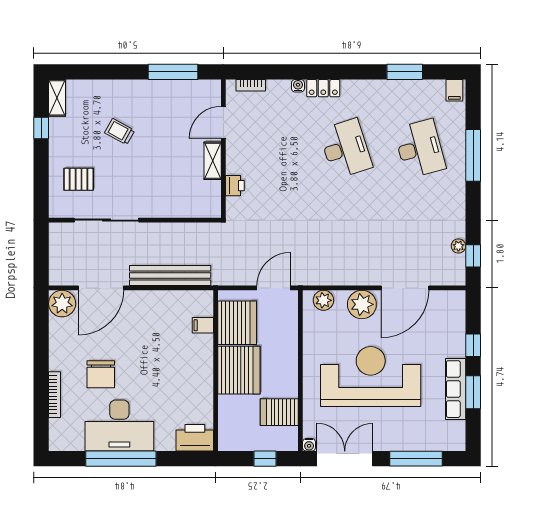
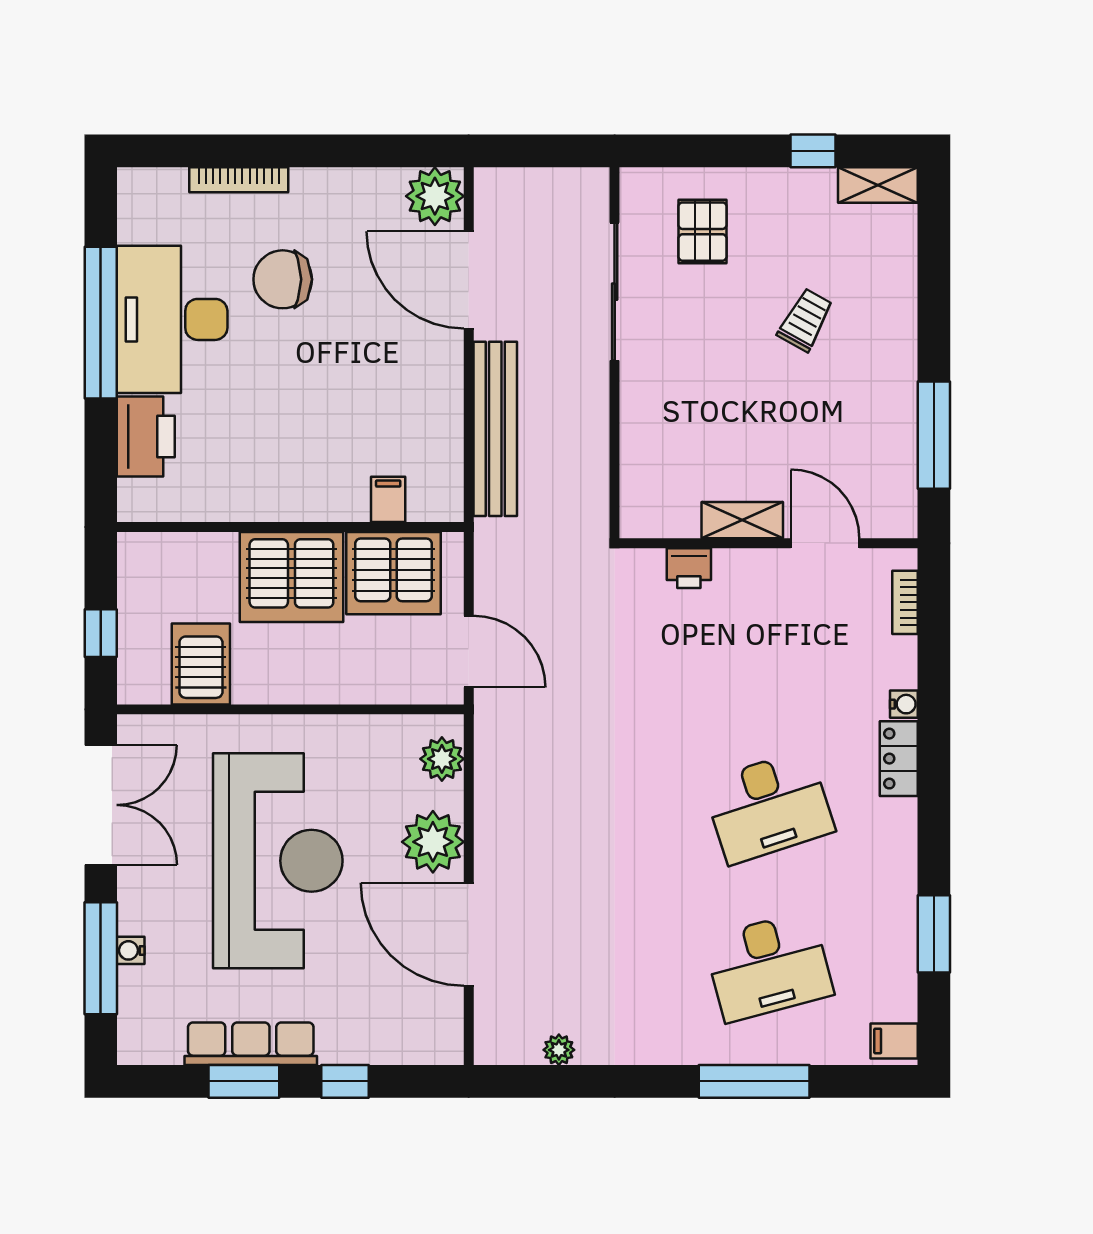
window: (473, 256) -> (537, 1081), removed
printer: (195, 438) -> (146, 437), moved
water cooler: (309, 445) -> (131, 950), moved

